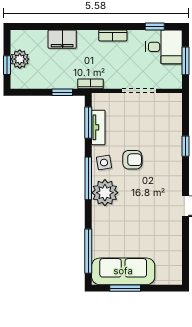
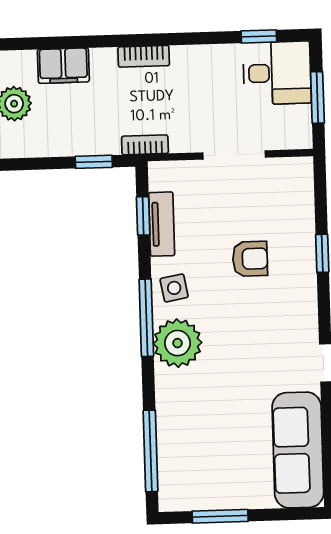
bookcase: (113, 35) -> (144, 56), moved
filing cabinet: (62, 39) -> (63, 66), moved
window: (88, 123) -> (143, 216), width x0.67
armchair: (132, 160) -> (250, 259), moved
sofa: (123, 271) -> (298, 450), moved, turned -90

